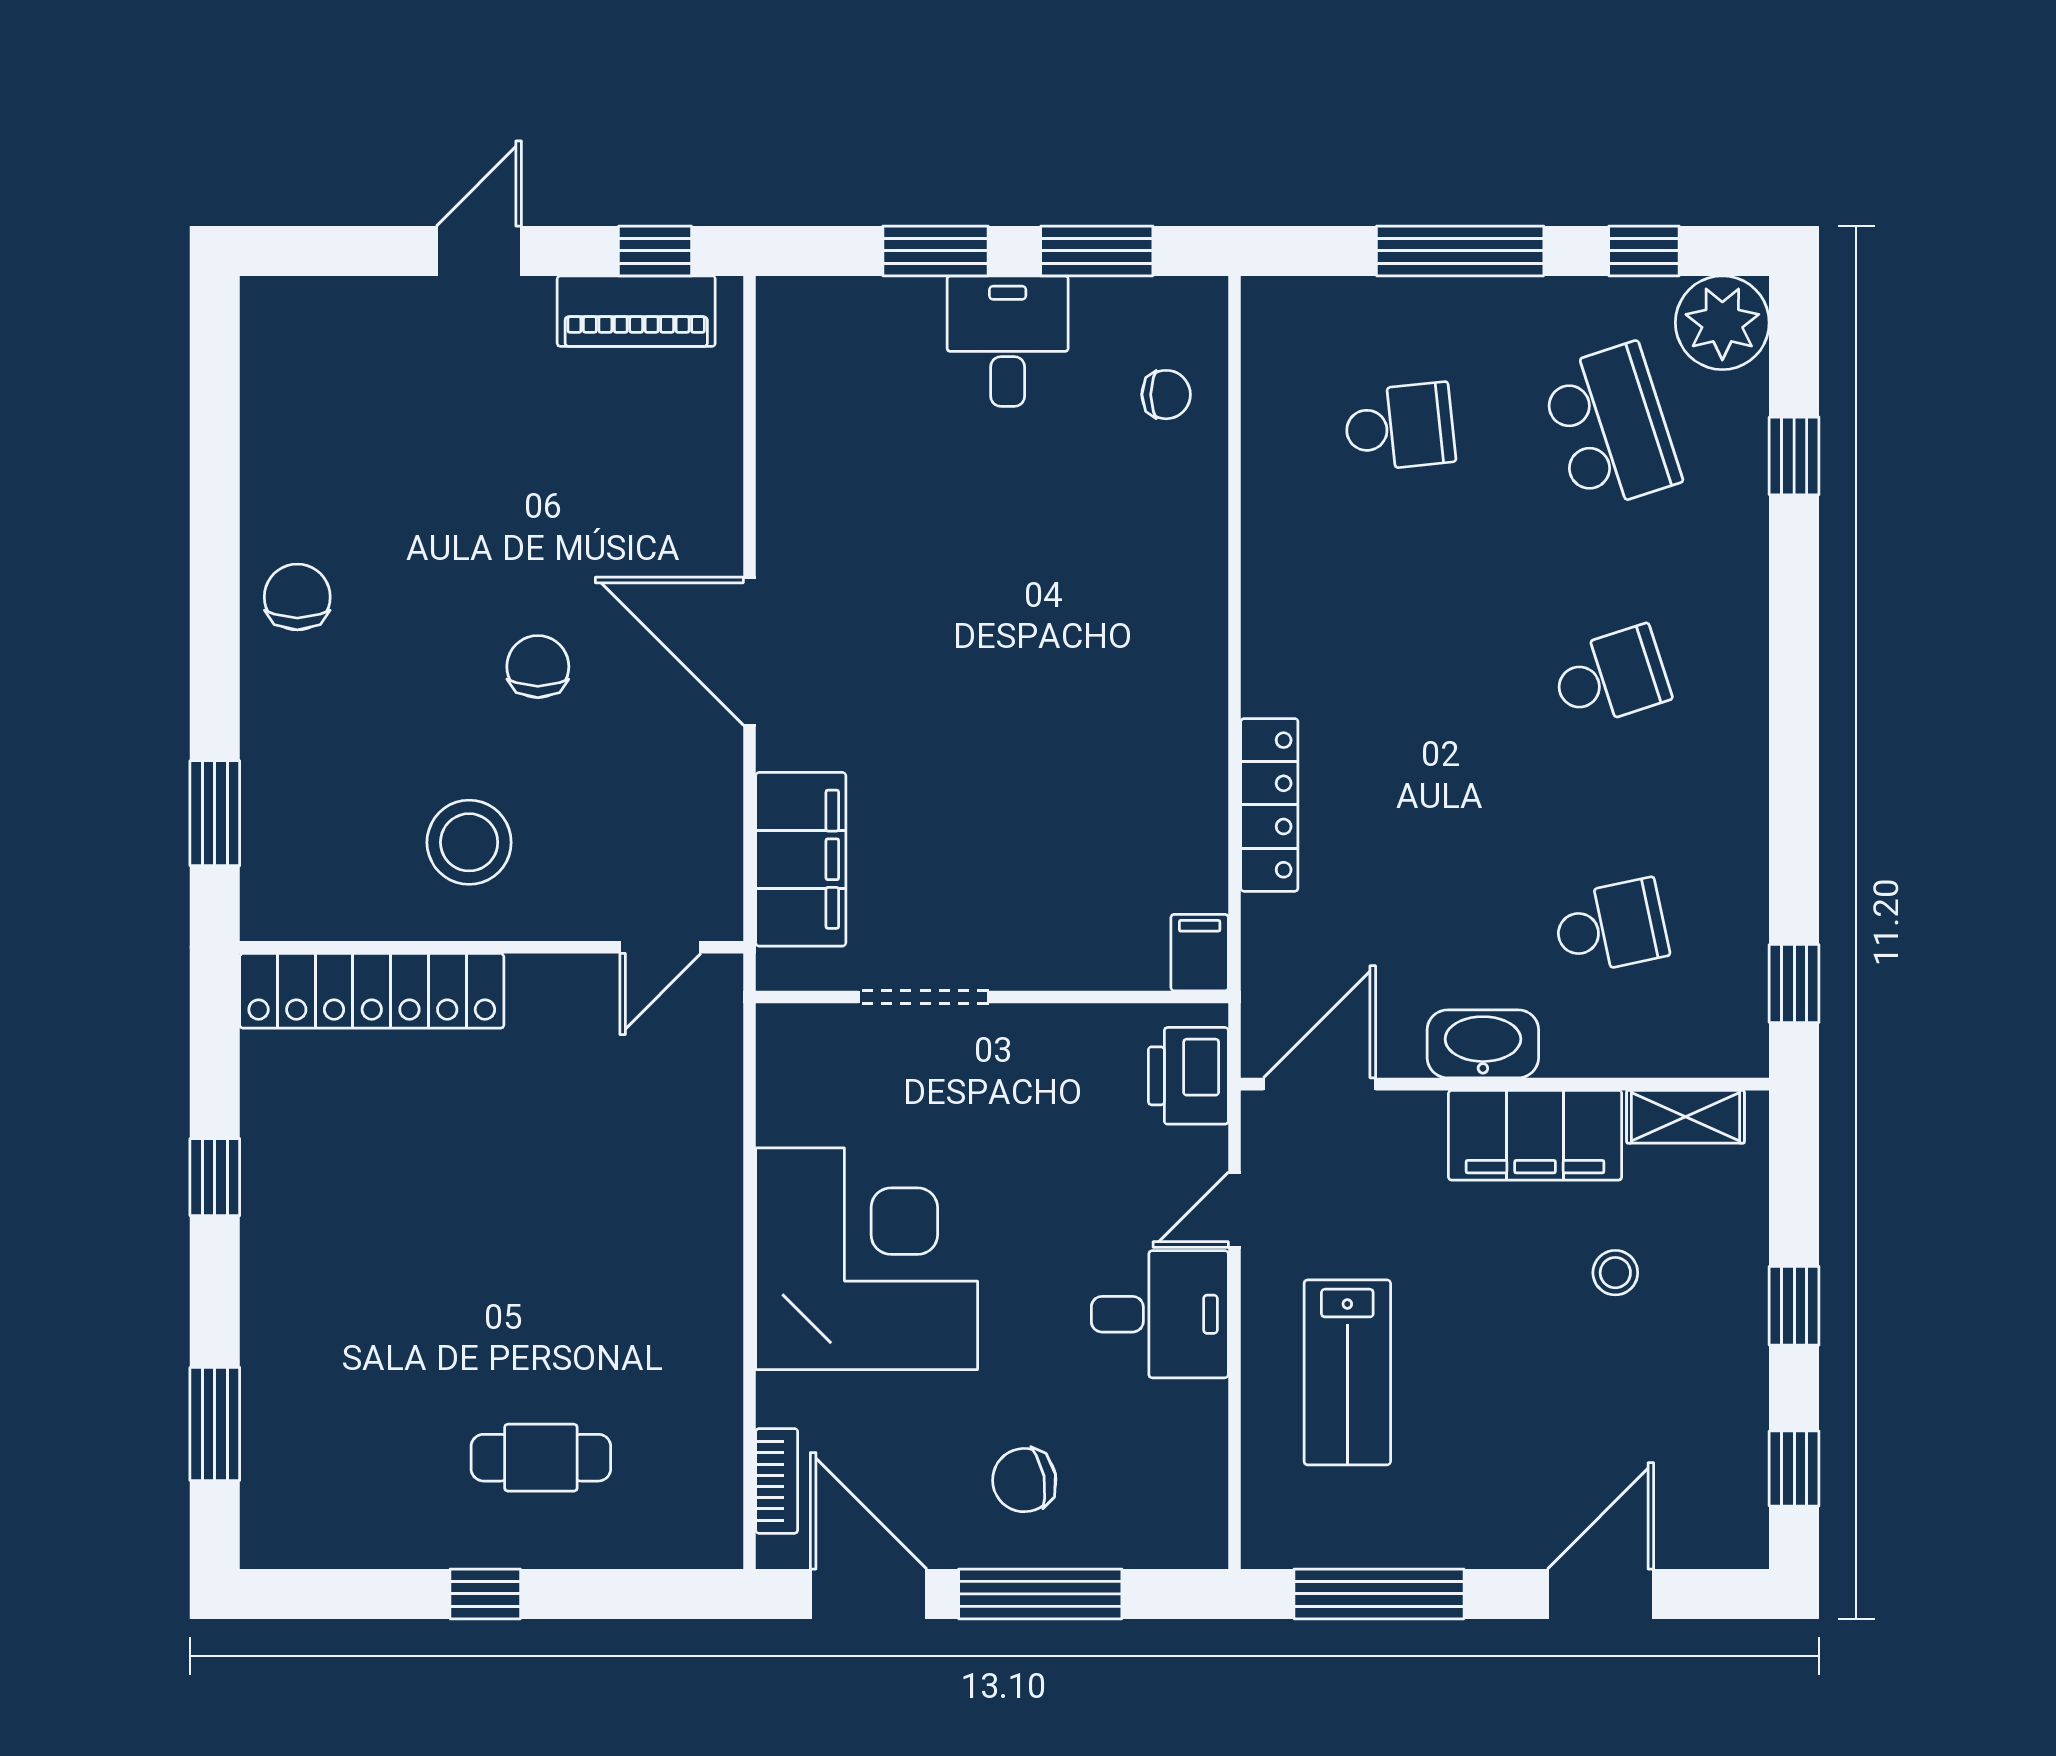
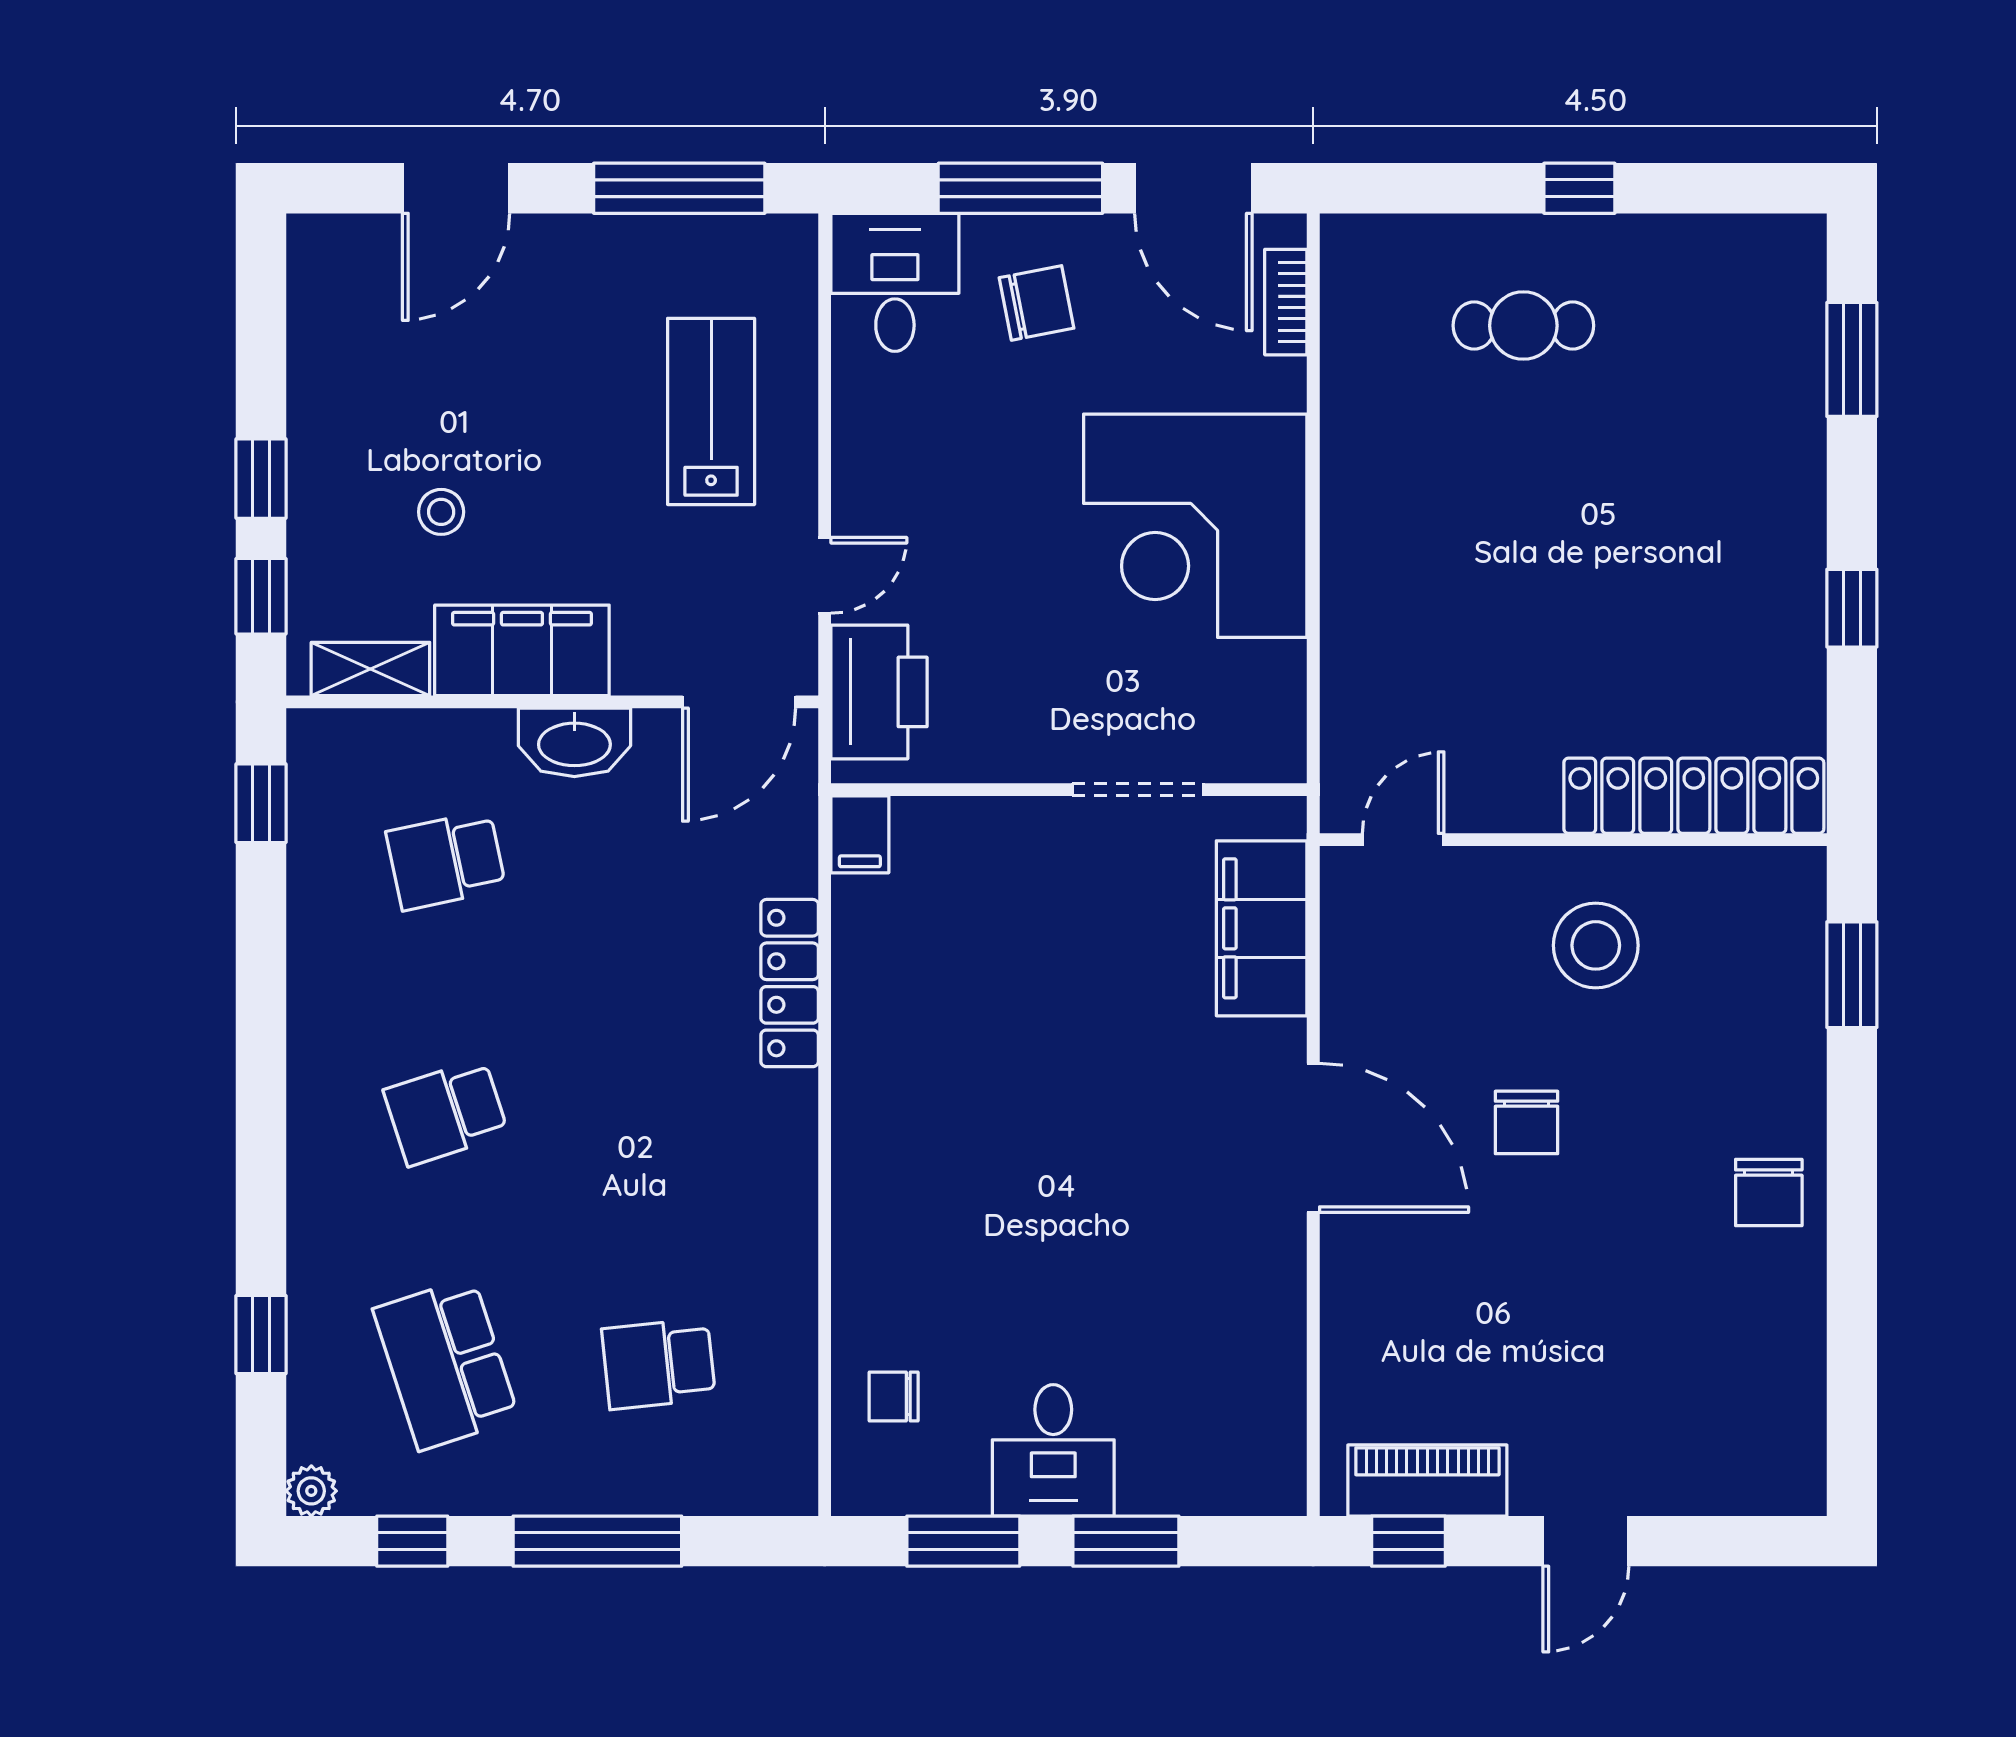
plant: (1722, 323) -> (311, 1491), width x0.53, depth x0.53
printer: (1188, 1076) -> (879, 692), width x1.37, depth x1.19
desk: (1160, 1314) -> (895, 282), moved, turned 90
window: (1794, 1469) -> (261, 596), moved

